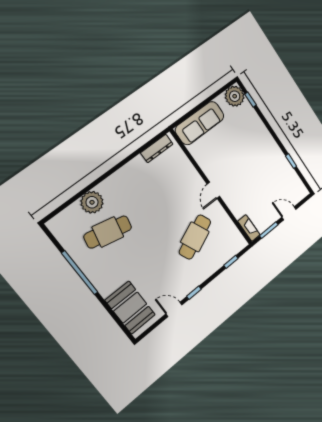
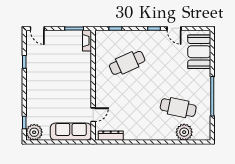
door: (213, 190) -> (93, 115), moved
plant: (92, 202) -> (184, 132), moved
door: (289, 213) -> (37, 28), moved

